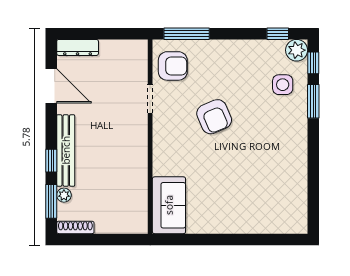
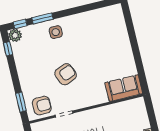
window: (187, 34) -> (21, 102), width x0.69
armchair: (173, 66) -> (42, 106), turned 90
side table: (283, 85) -> (56, 32), moved

